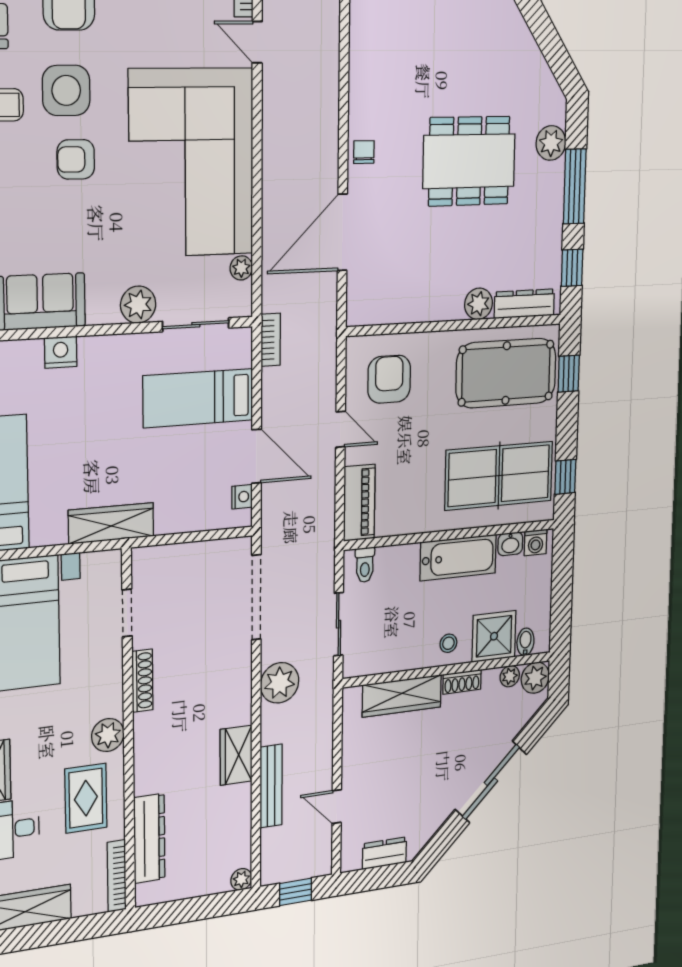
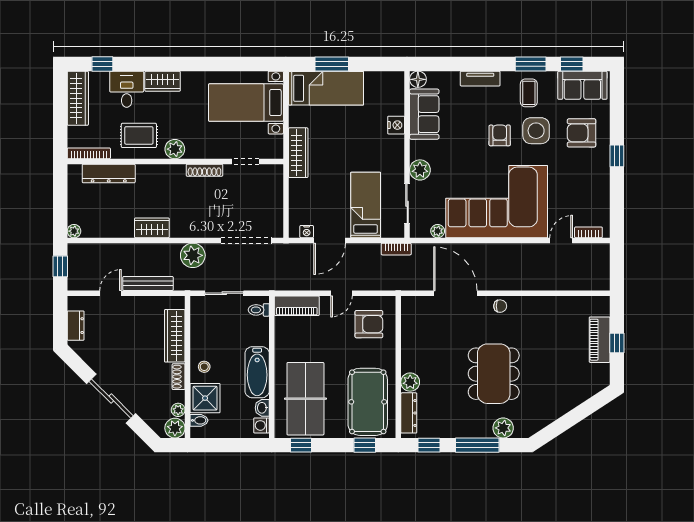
bench: (271, 786) -> (148, 283), moved

